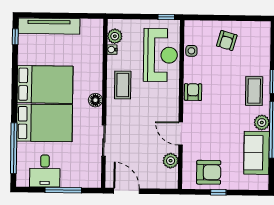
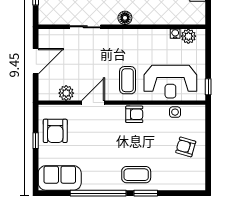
coffee table: (123, 85) -> (128, 80), moved, turned 90
plant: (262, 123) -> (105, 183), removed
sofa: (257, 153) -> (60, 178), moved
door: (127, 191) -> (36, 61), moved

